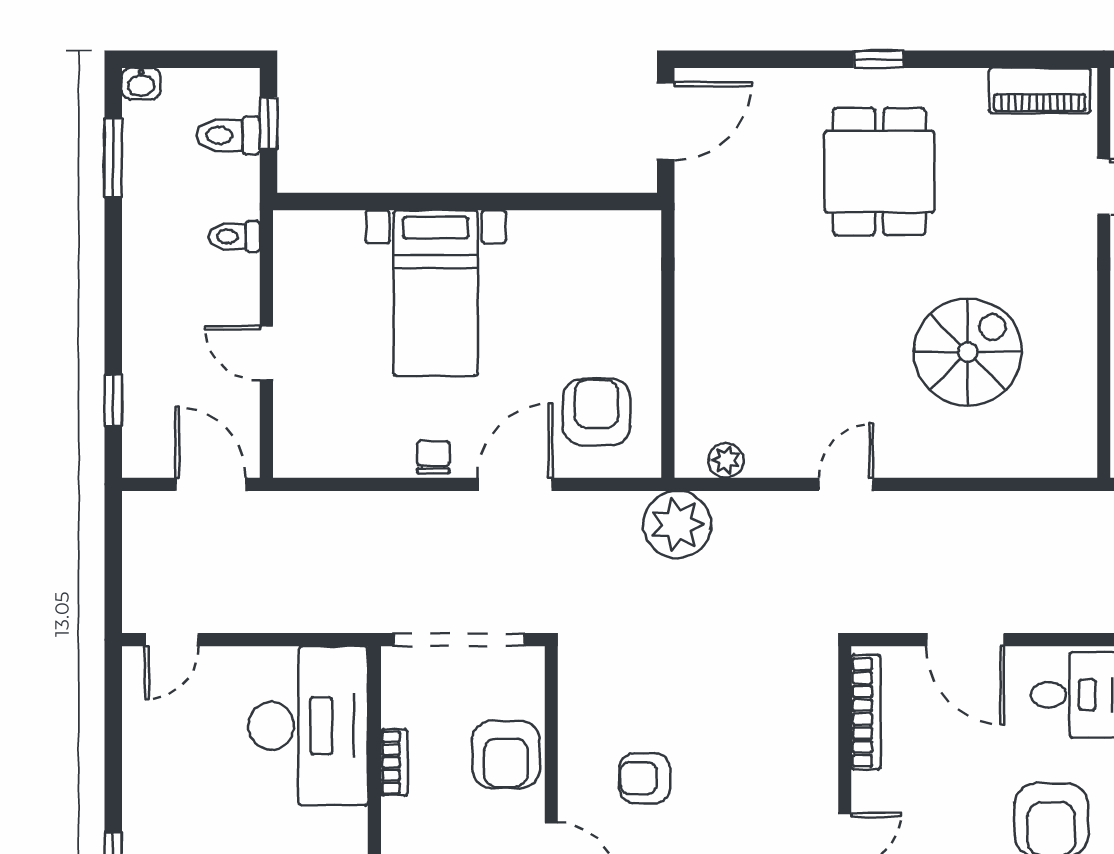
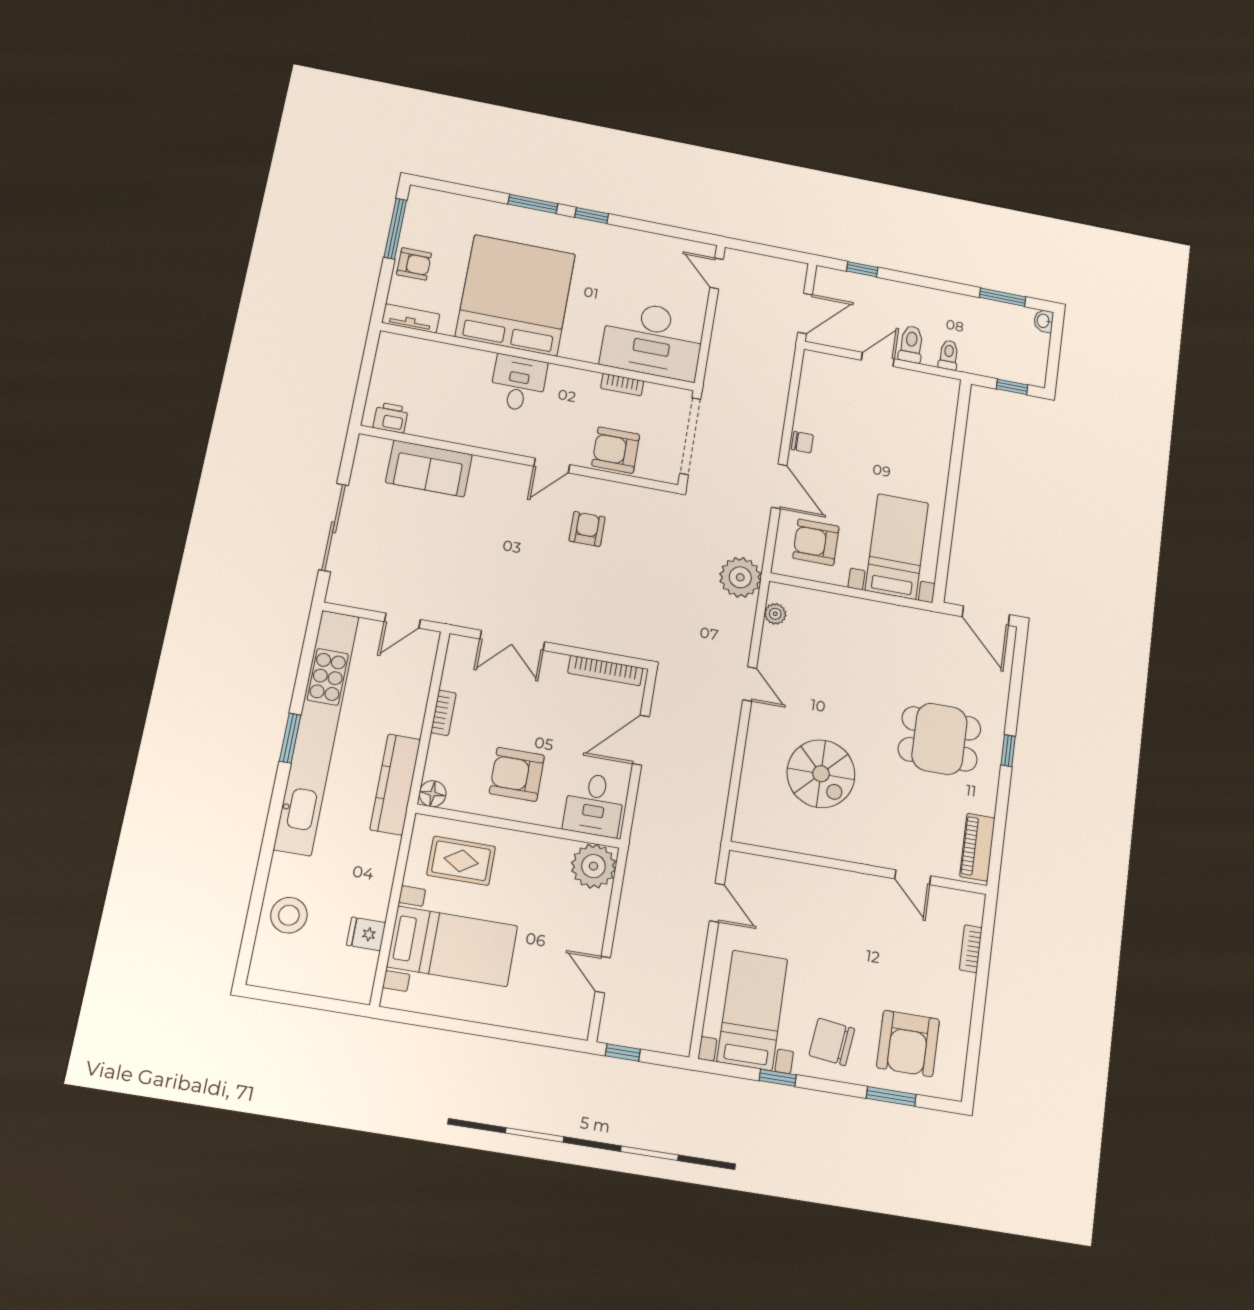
toilet: (228, 135) -> (911, 344), moved
bed with nightstands: (436, 293) -> (897, 546), moved, turned 90
armchair: (597, 412) -> (816, 542), turned 180

